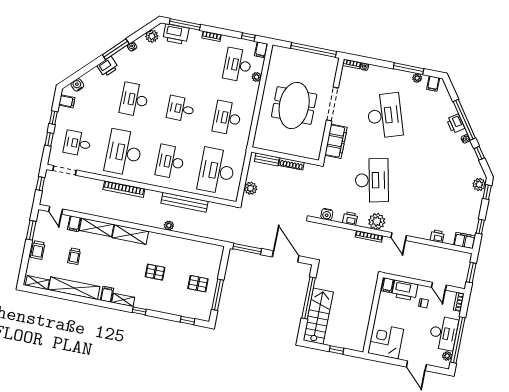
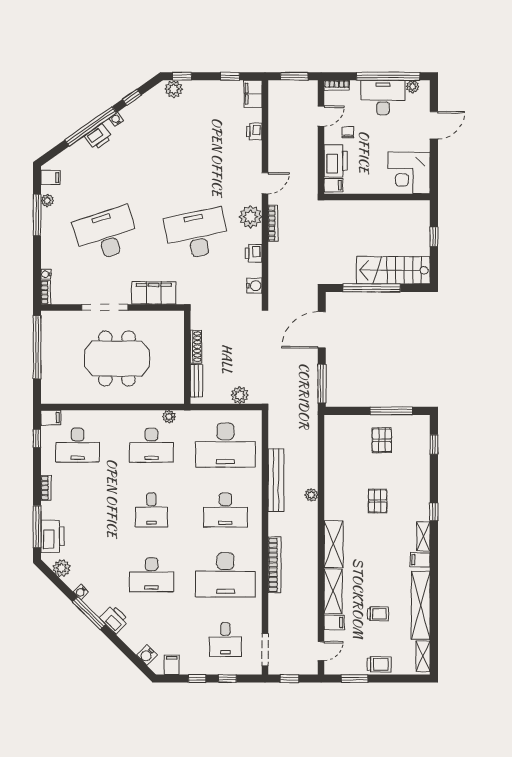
plant: (257, 77) -> (169, 417), moved

